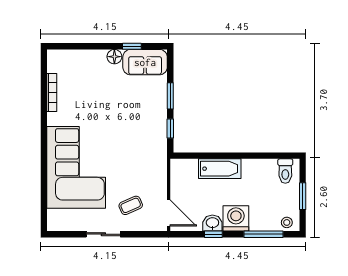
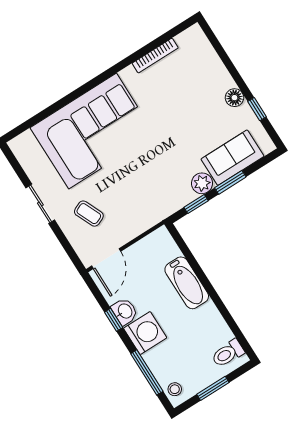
sofa: (145, 62) -> (232, 158), moved, turned 90
plant: (159, 116) -> (202, 183), added

